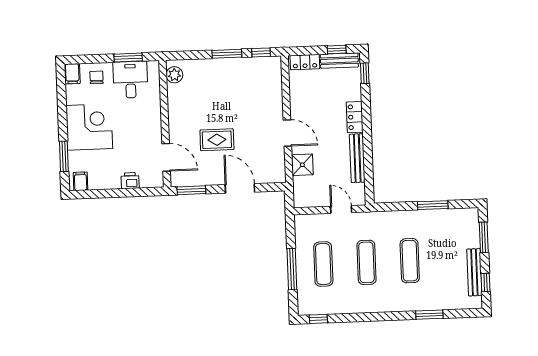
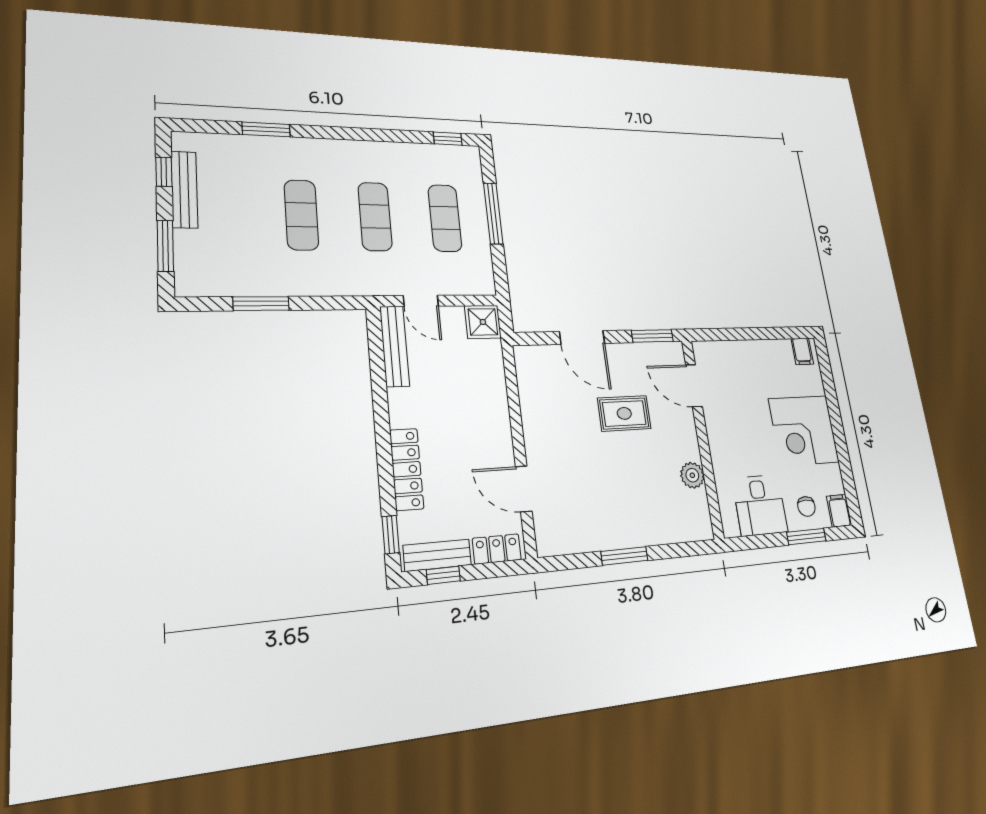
window: (261, 52) -> (571, 562), removed
window: (128, 58) -> (806, 537), moved
plant: (174, 75) -> (692, 475), moved
locker: (355, 117) -> (407, 469), width x1.53
door: (287, 133) -> (524, 489), moved
window: (64, 156) -> (829, 387), removed
bench: (357, 158) -> (395, 346), moved
shower: (302, 165) -> (483, 322), moved
printer: (130, 181) -> (738, 352), removed

